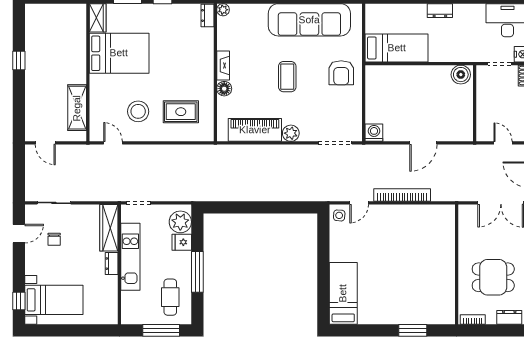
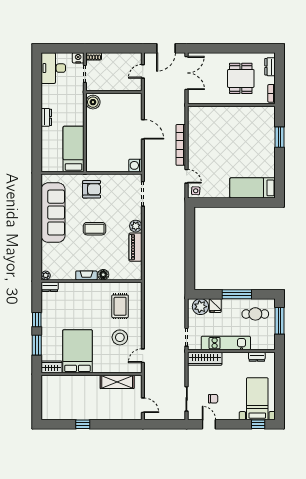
piano: (255, 130) -> (135, 247), width x0.73, depth x0.75
door: (45, 143) -> (143, 405), hinge flipped
dresser: (112, 264) -> (257, 357), moved

